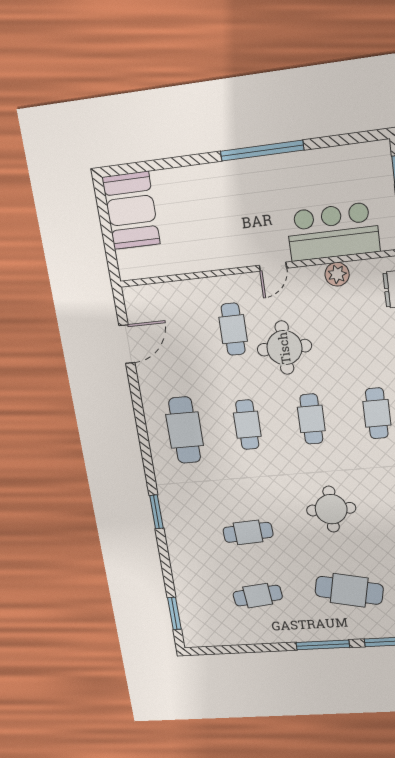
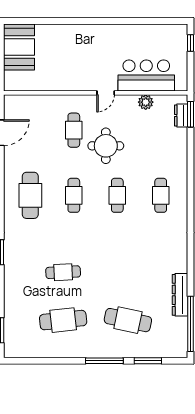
window: (262, 151) -> (108, 21), removed
round table: (331, 509) -> (123, 260), removed
cafe table: (258, 596) -> (63, 320), width x1.37, depth x1.35

